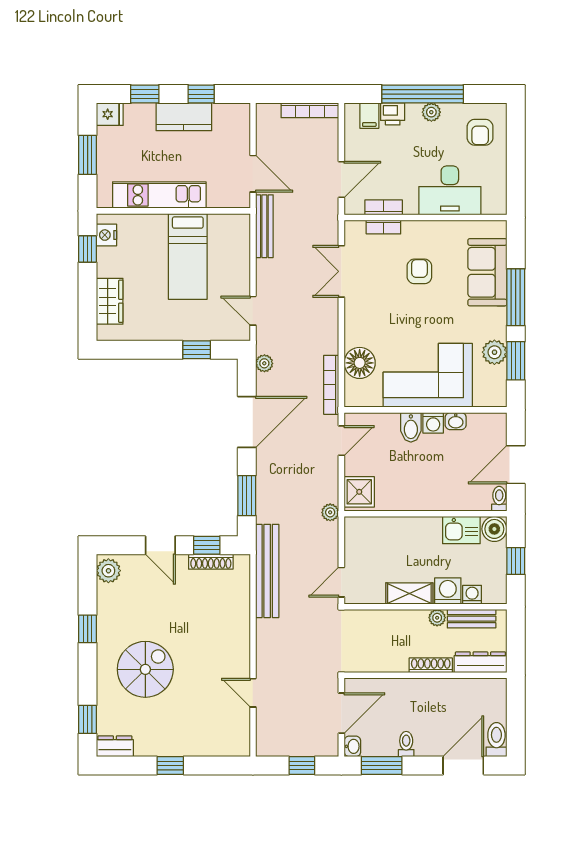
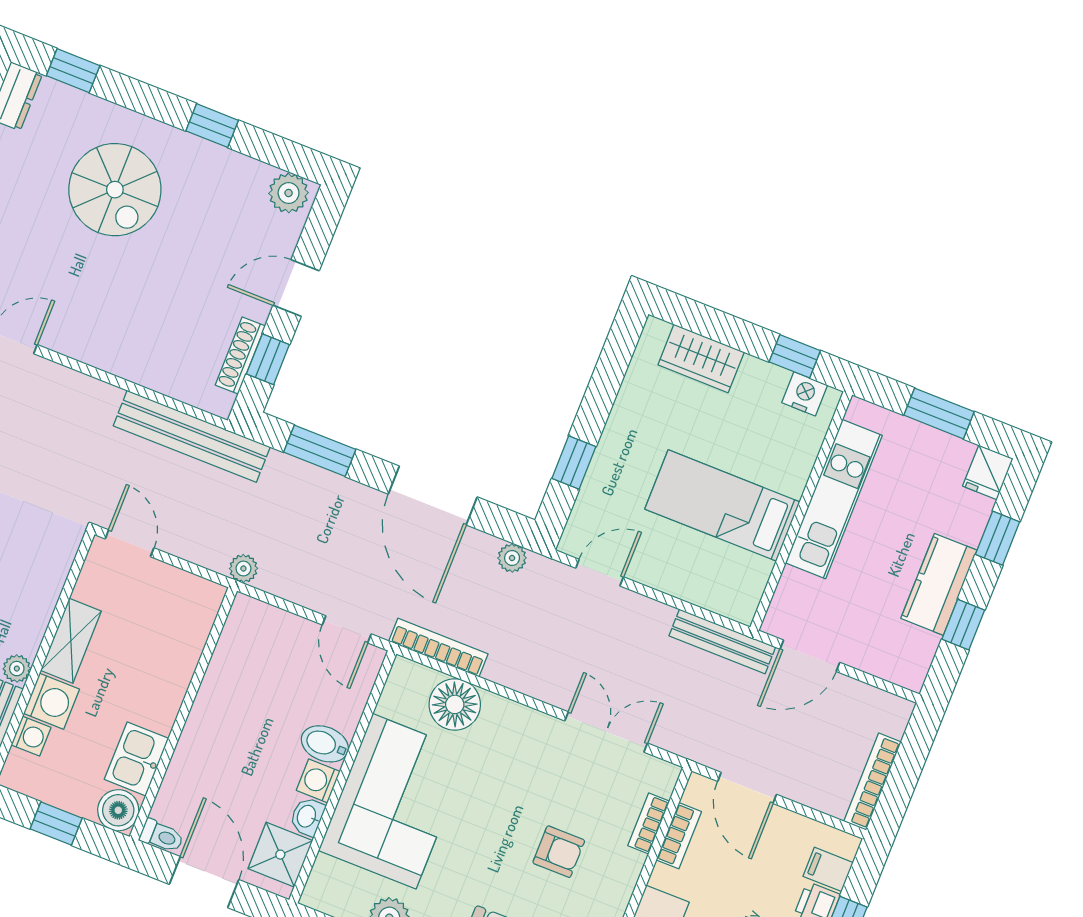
shower: (359, 492) -> (280, 855), moved

